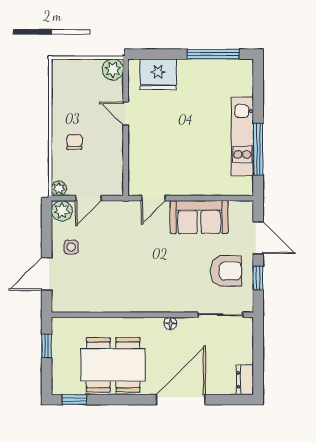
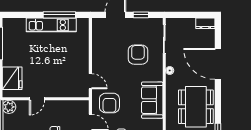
sofa: (199, 217) -> (152, 100), moved, turned 180
armchair: (119, 228) -> (109, 103), added
armchair: (226, 271) -> (138, 55), moved

